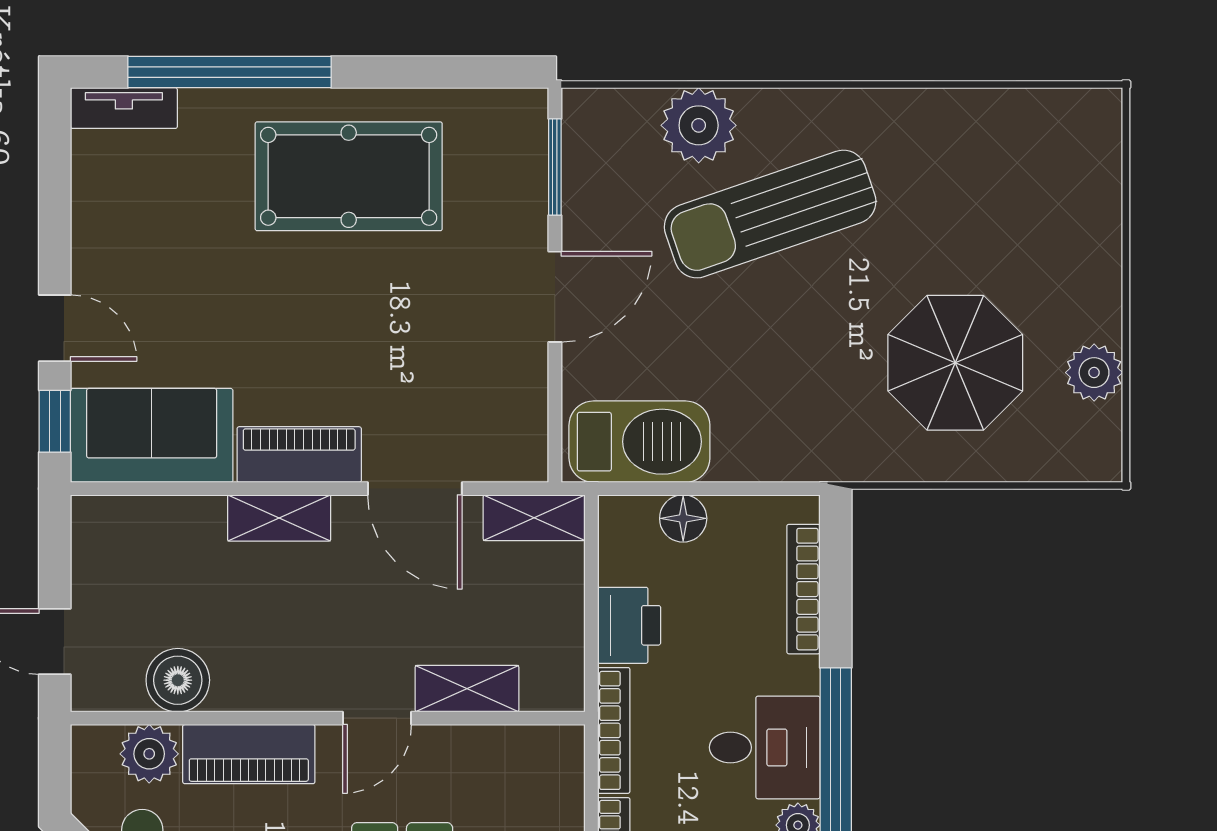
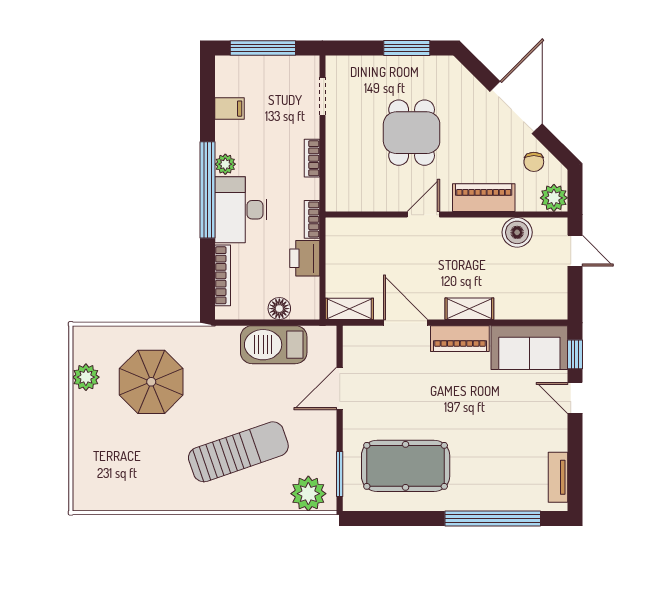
tv unit: (124, 108) -> (558, 477), moved, turned -90
plant: (699, 125) -> (308, 494), moved
pool table: (349, 176) -> (406, 466), moved
door: (555, 297) -> (340, 388), moved
barbecue: (639, 442) -> (274, 345), moved
shelving: (467, 689) -> (381, 228), removed
bookcase: (614, 730) -> (312, 219), width x0.64
desk: (765, 747) -> (241, 210), width x1.37
plant: (149, 754) -> (554, 198), moved

